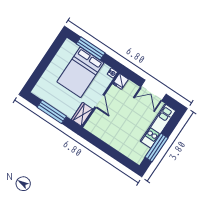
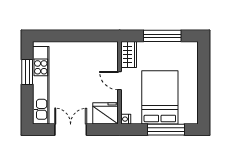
fridge: (120, 81) -> (106, 113), width x1.88, depth x1.34
kitchen unit: (158, 126) -> (41, 85), width x1.36
window: (157, 147) -> (27, 72), width x0.69

